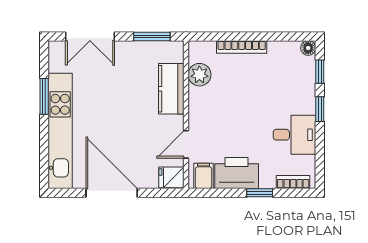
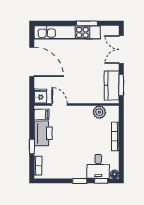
kitchen counter: (171, 89) -> (112, 85), moved, turned -90
desk: (294, 135) -> (98, 166), moved
door: (112, 193) -> (32, 62), hinge flipped

